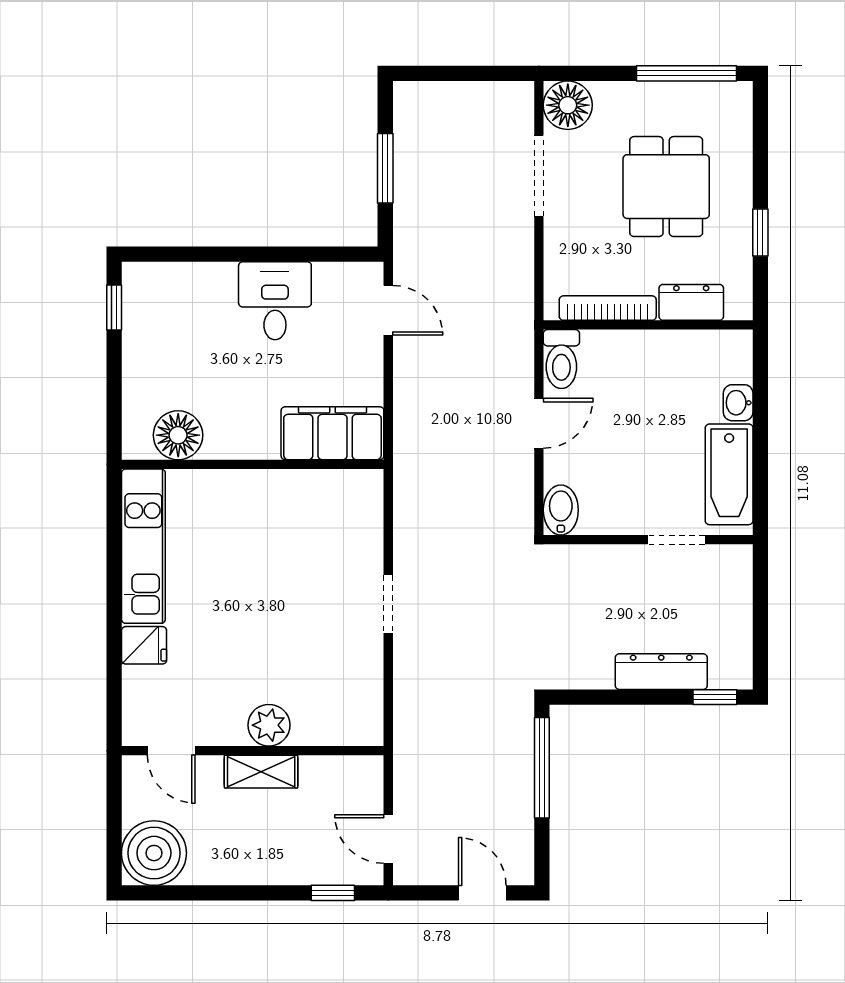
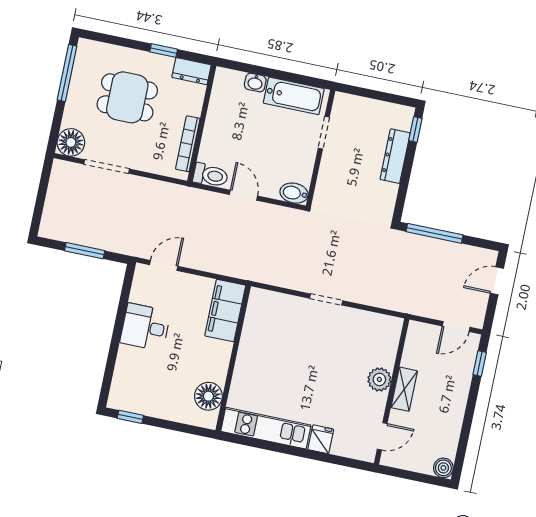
dresser: (691, 302) -> (191, 71), moved, turned -90
boiler: (154, 853) -> (443, 468), width x0.54, depth x0.54

